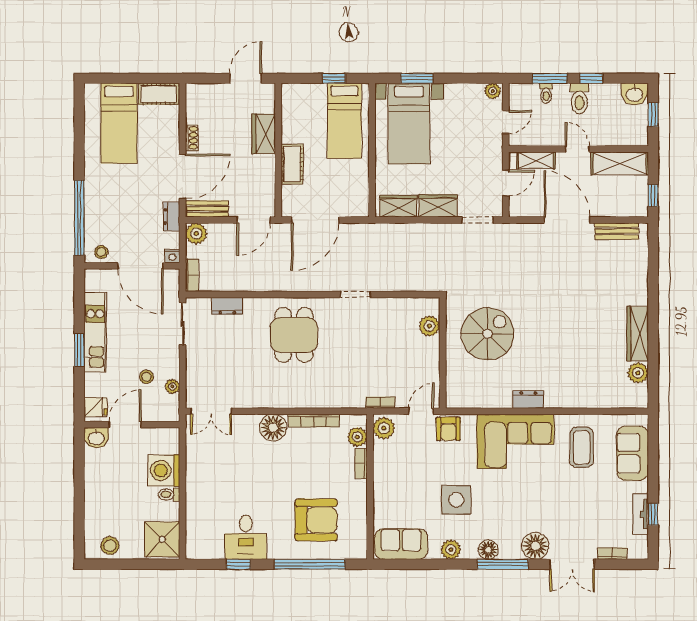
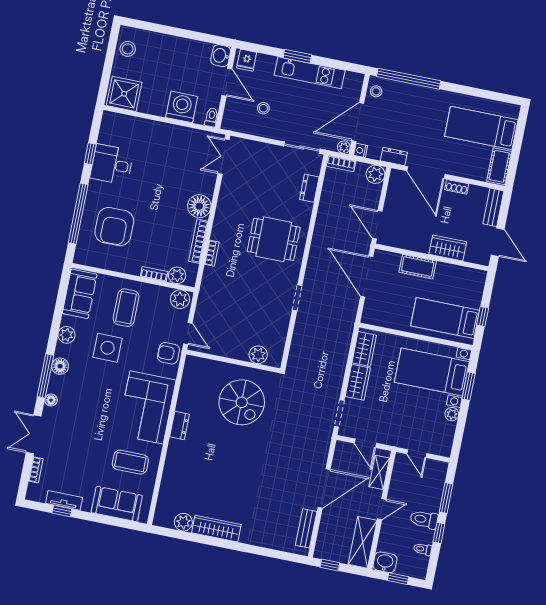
plant: (493, 91) -> (452, 414), moved
toilet: (546, 93) -> (423, 549), moved
washbasin: (634, 94) -> (385, 562), moved, turned 90
bench: (207, 209) -> (493, 207), moved
plant: (172, 386) -> (344, 147), moved
bookcase: (380, 402) -> (212, 253), moved
coffee table: (406, 488) -> (126, 308), added
toilet: (169, 494) -> (211, 117), moved
floor lamp: (535, 546) -> (51, 400), width x0.53, depth x0.53

